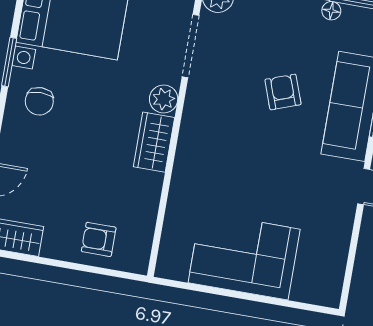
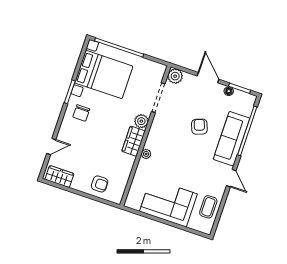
plant: (183, 164) -> (146, 154), added
armchair: (99, 239) -> (100, 184), turned 180
coffee table: (326, 252) -> (208, 207), added

